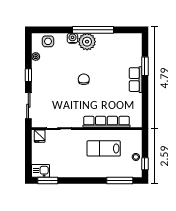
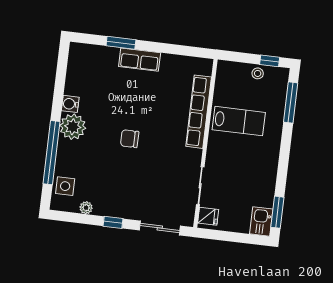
window: (93, 30) -> (51, 153), moved
water cooler: (72, 38) -> (70, 104), moved
lab bench: (104, 148) -> (239, 121), turned -90

